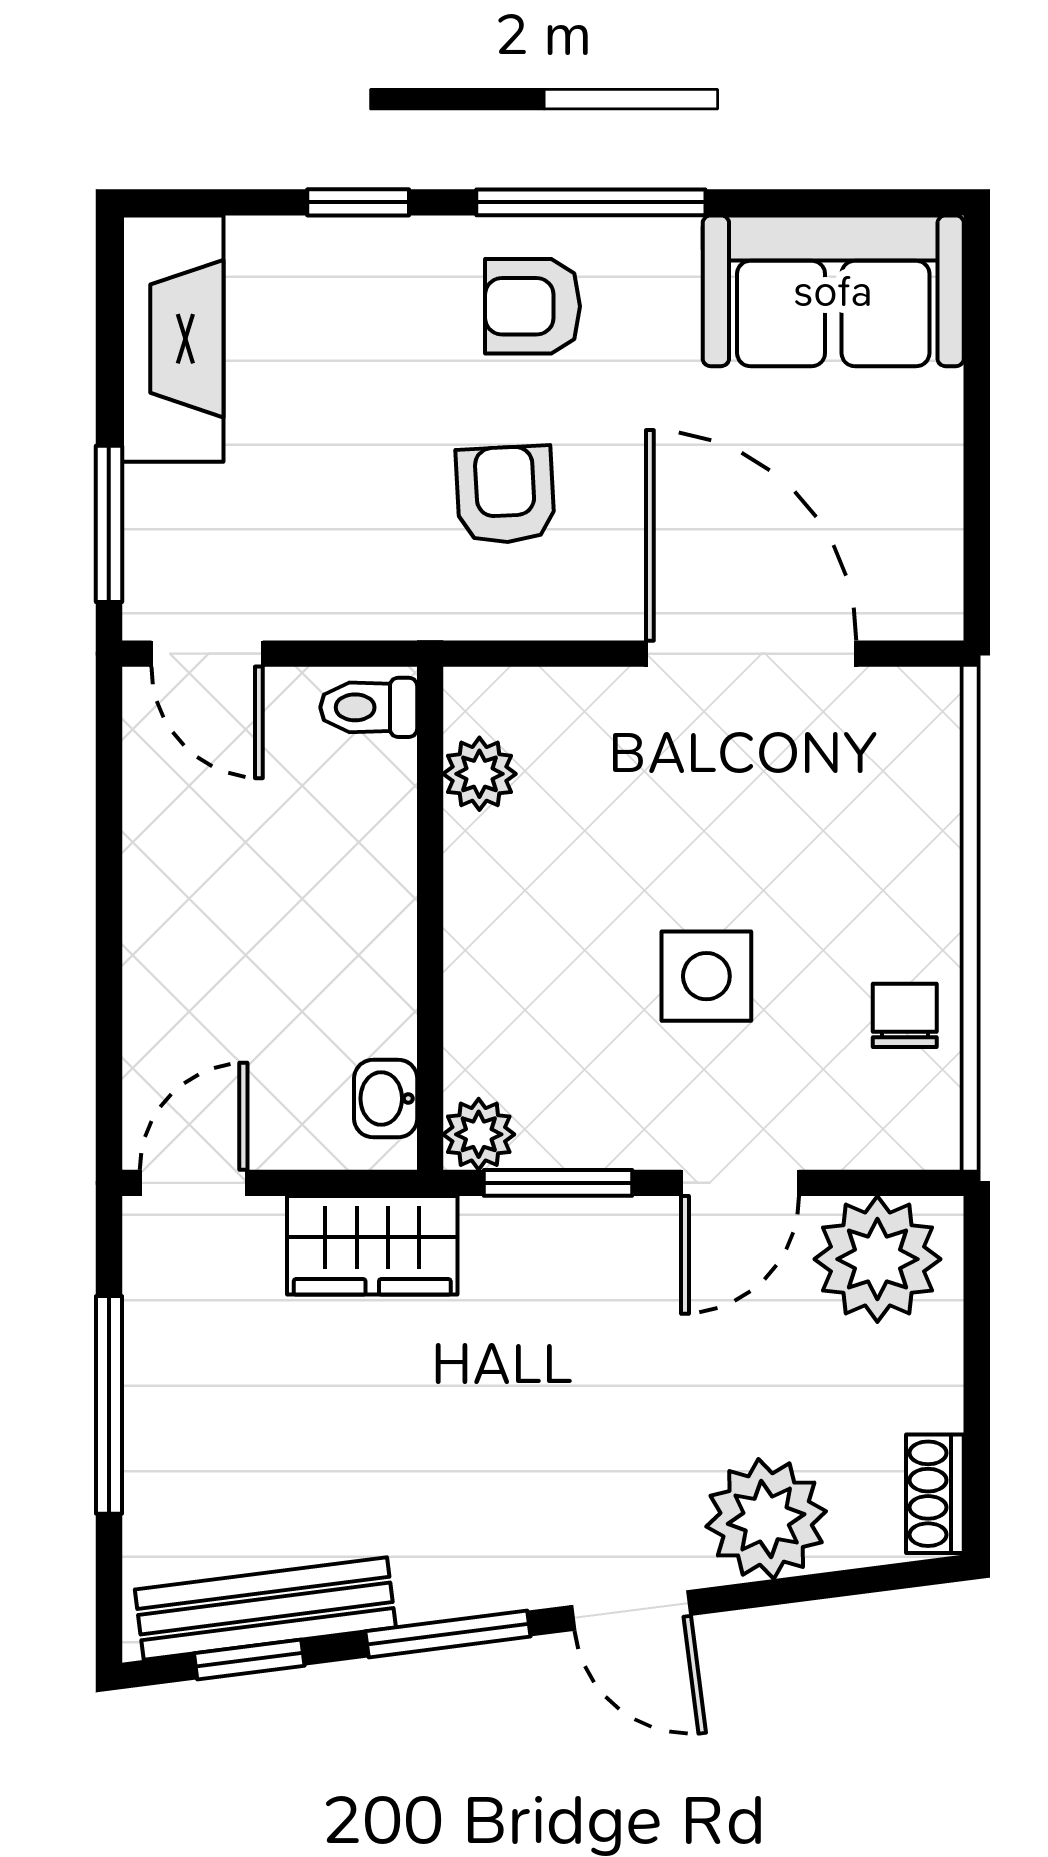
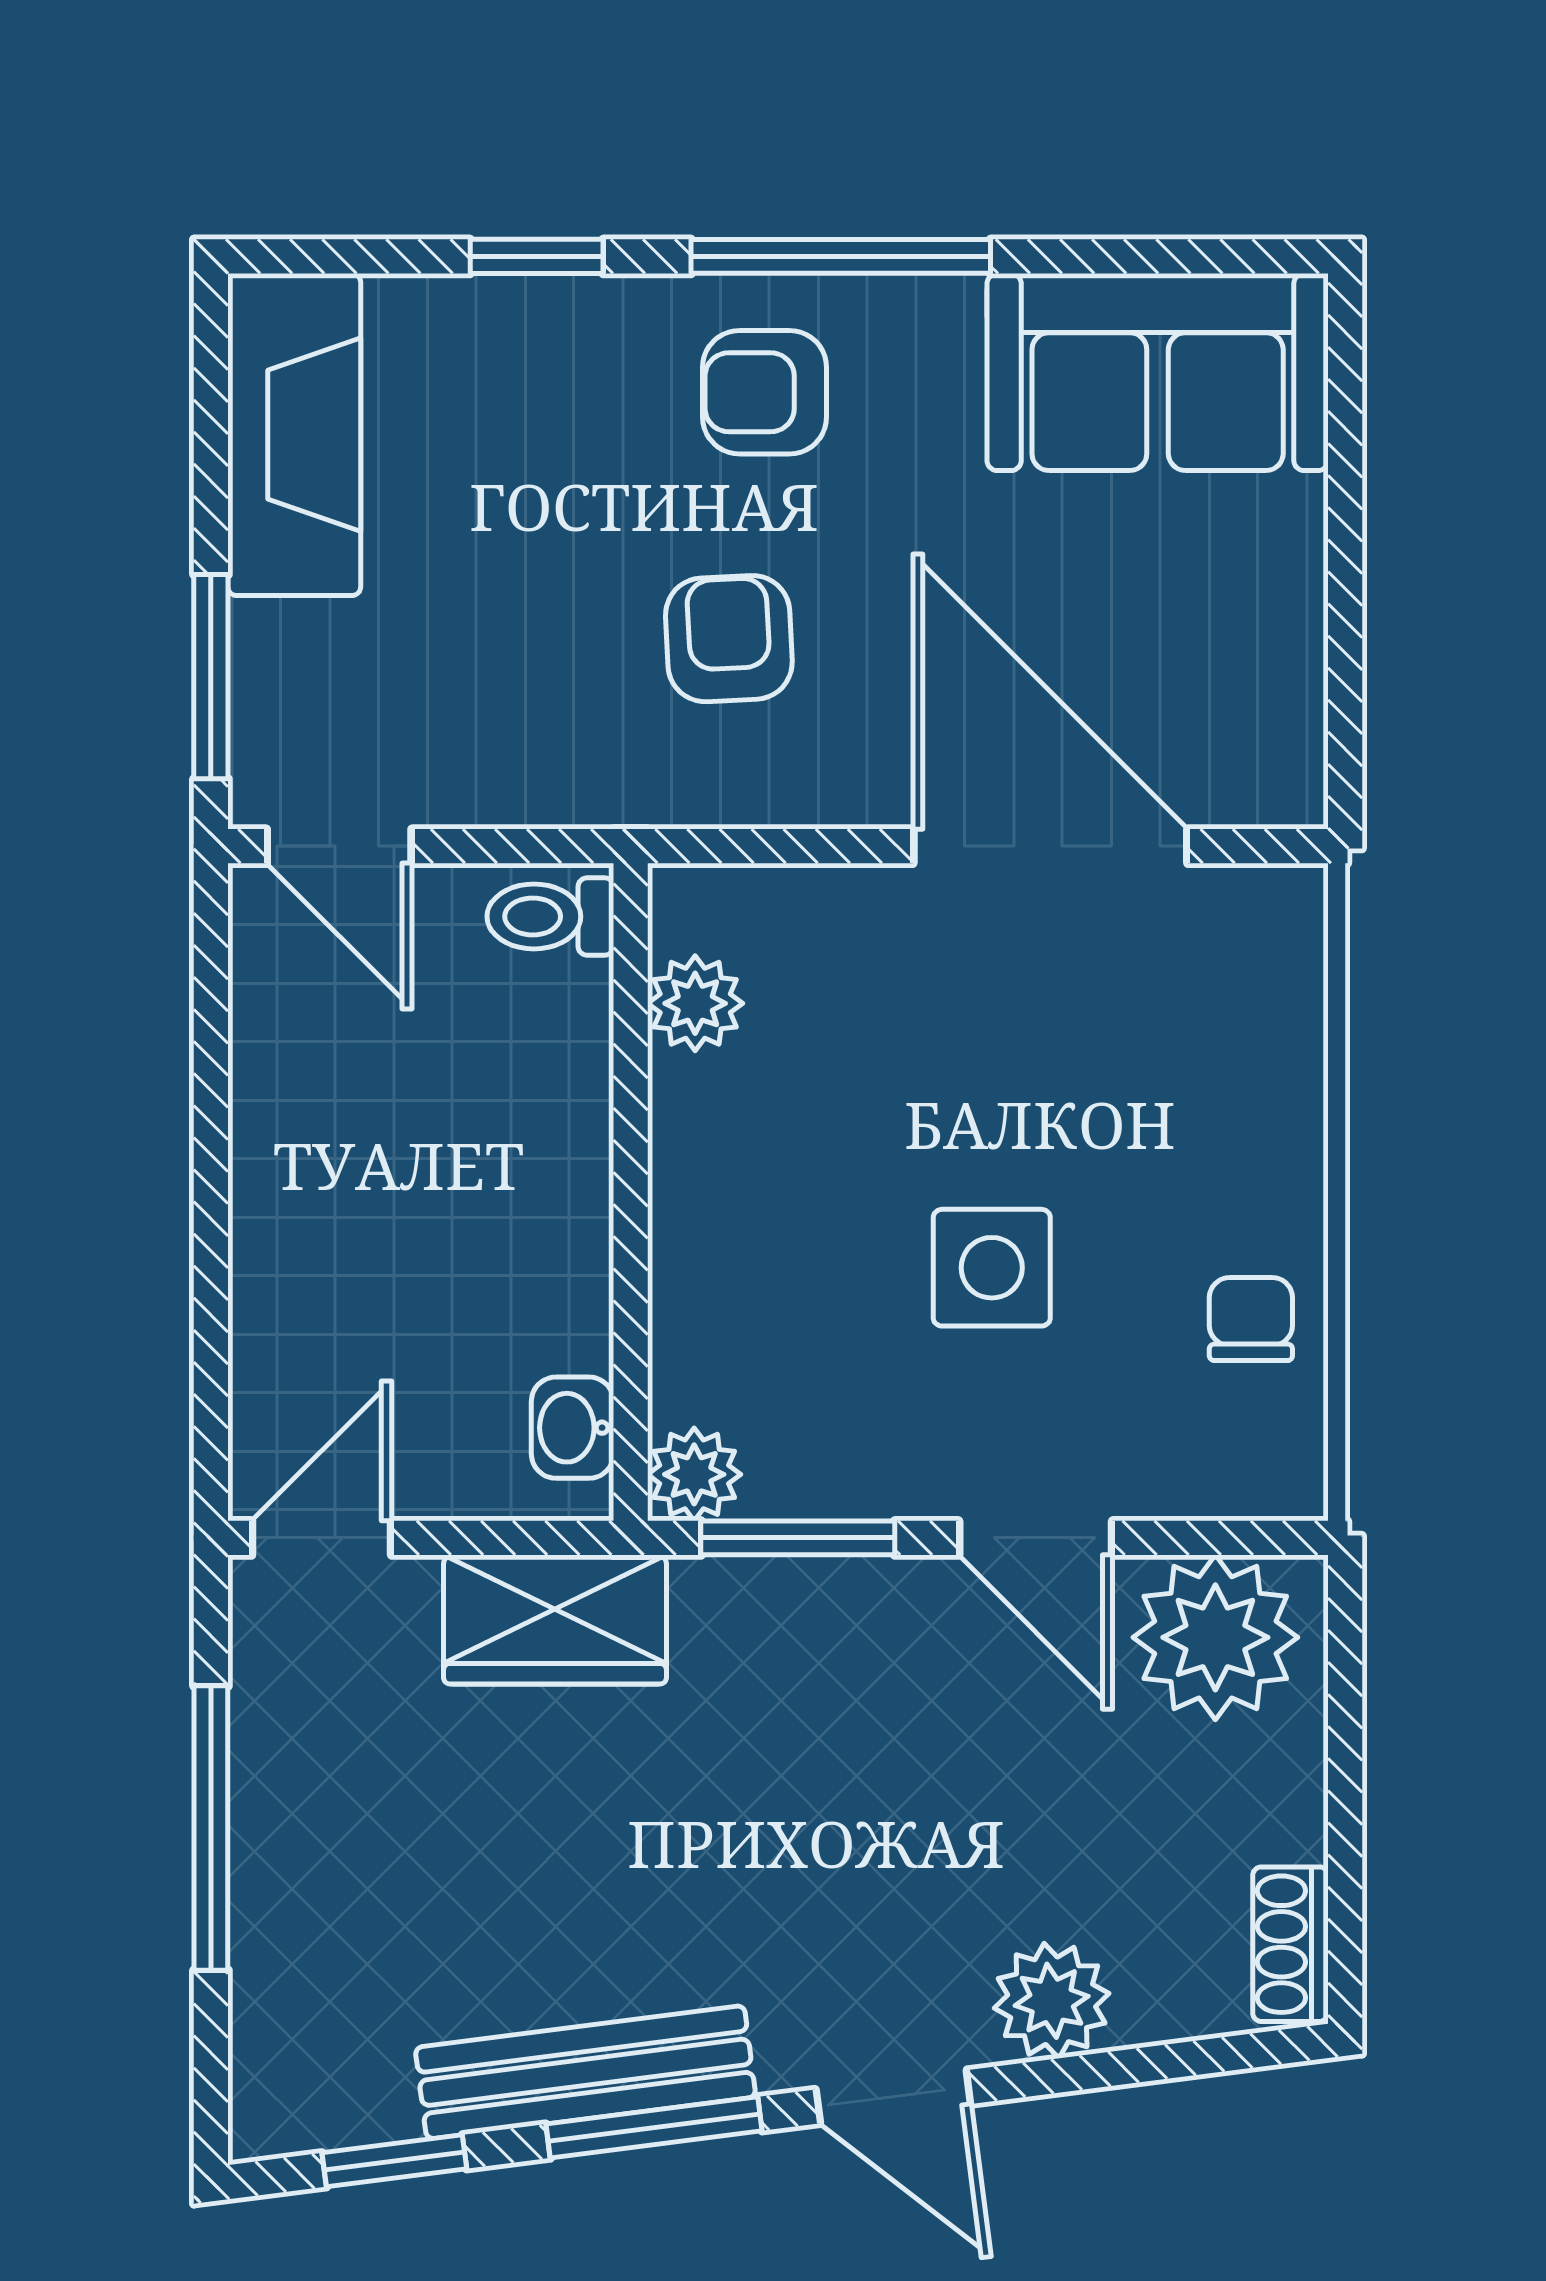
door: (740, 1183) -> (1036, 1538), hinge flipped
plant: (766, 1519) -> (1052, 2001), width x0.73, depth x0.73
bench: (265, 1608) -> (585, 2072), moved

